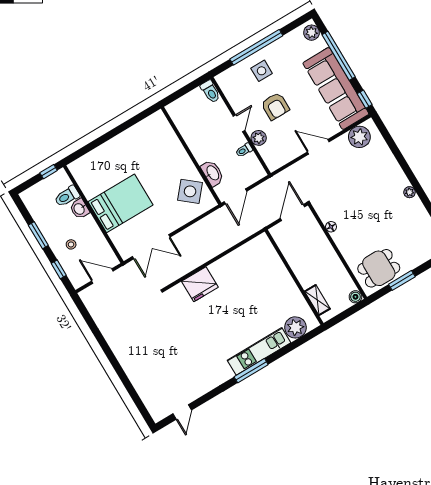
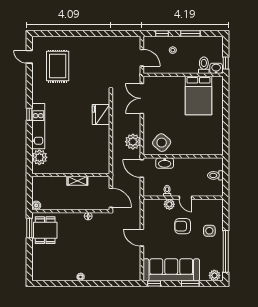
window: (256, 47) -> (226, 251), moved
window: (339, 56) -> (190, 284), width x0.47
toilet: (210, 92) -> (215, 175), moved
plant: (359, 137) -> (133, 142), moved
door: (318, 147) -> (142, 238), swing flipped
bed: (121, 203) -> (199, 96), moved
washbasin: (79, 209) -> (216, 68), moved
door: (102, 276) -> (142, 58), hinge flipped
window: (402, 280) -> (29, 228), moved
shelving: (317, 300) -> (77, 181), moved
rug: (173, 371) -> (58, 66), added
window: (251, 371) -> (29, 114), width x0.46

